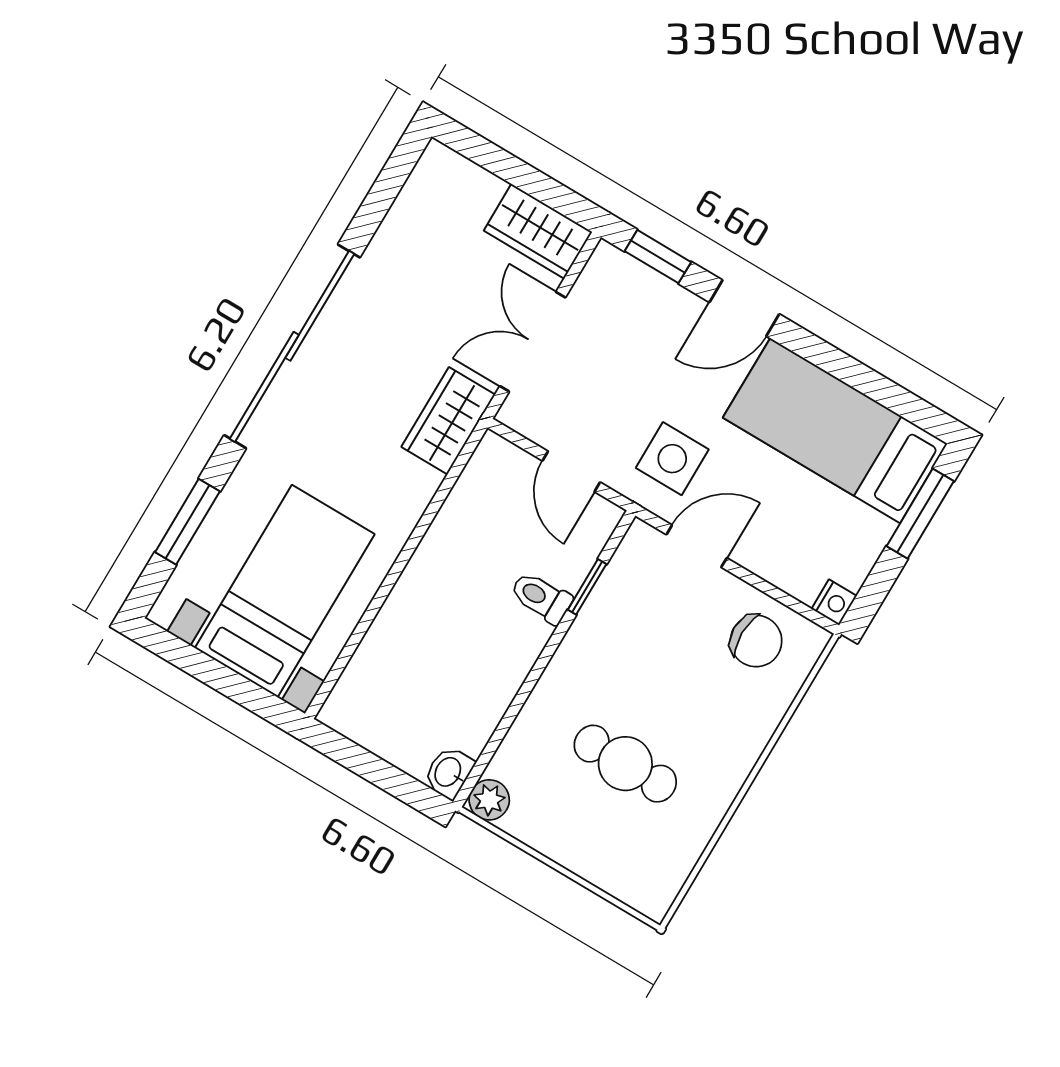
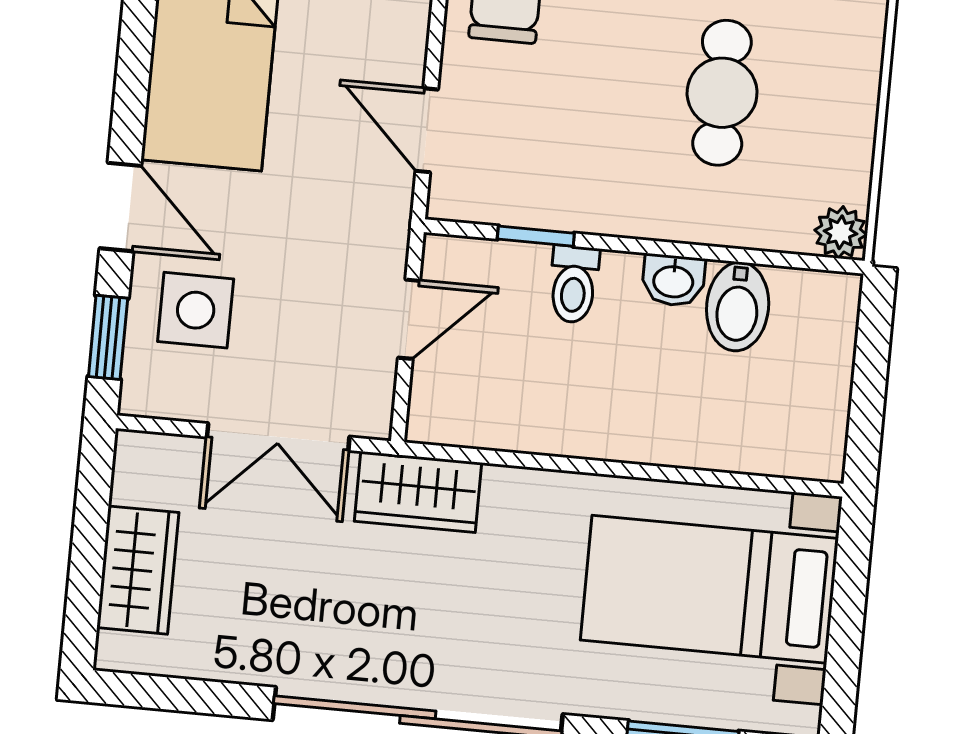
wardrobe: (538, 231) -> (138, 570), moved
side table: (672, 459) -> (196, 310), moved
bidet: (472, 704) -> (738, 307), added
washbasin: (449, 772) -> (673, 280), moved

